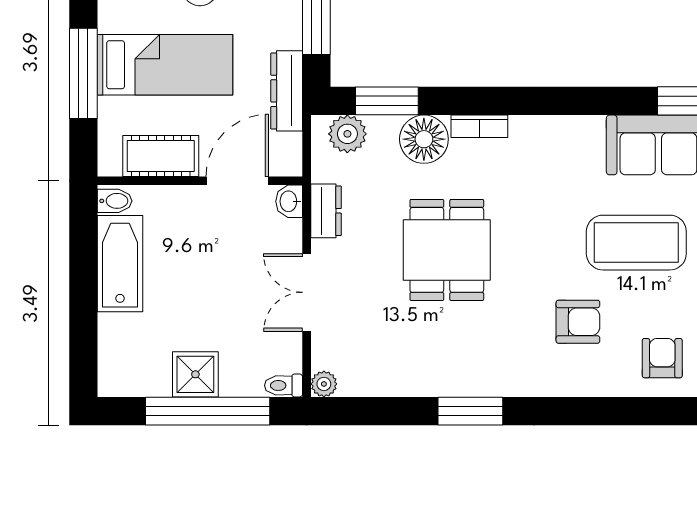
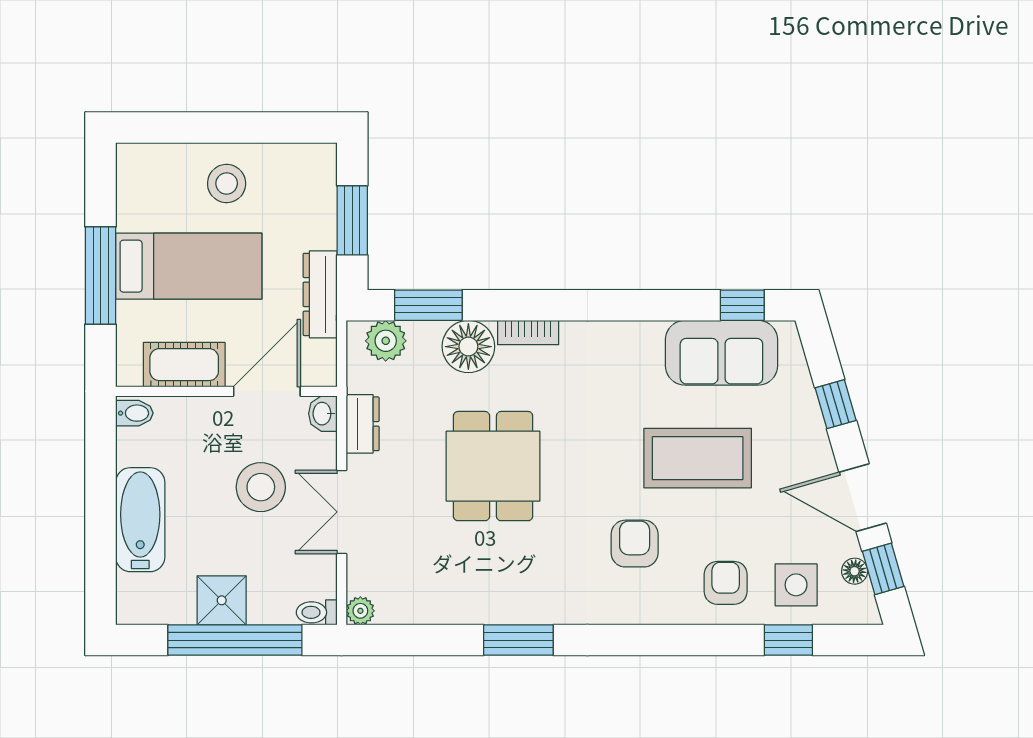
bathtub: (120, 264) -> (140, 520), moved
stool: (232, 269) -> (261, 487), added
armchair: (578, 322) -> (635, 544), turned -90

